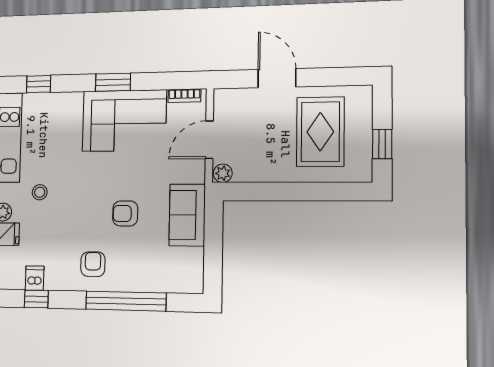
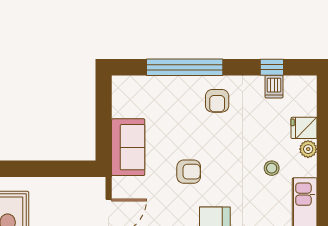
plant: (223, 173) -> (96, 186), removed
armchair: (125, 213) -> (189, 172), moved

